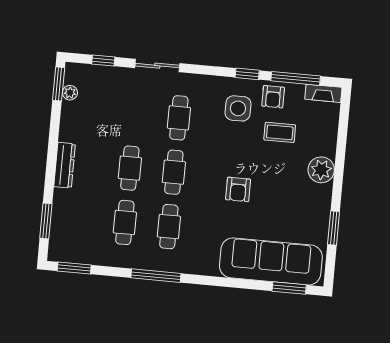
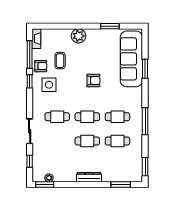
window: (289, 288) -> (145, 69), moved

